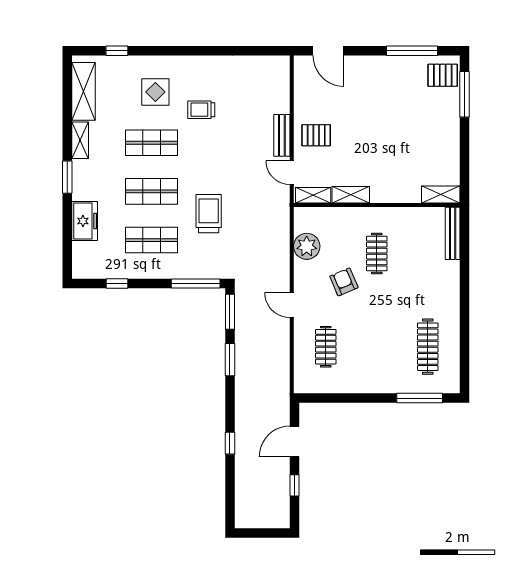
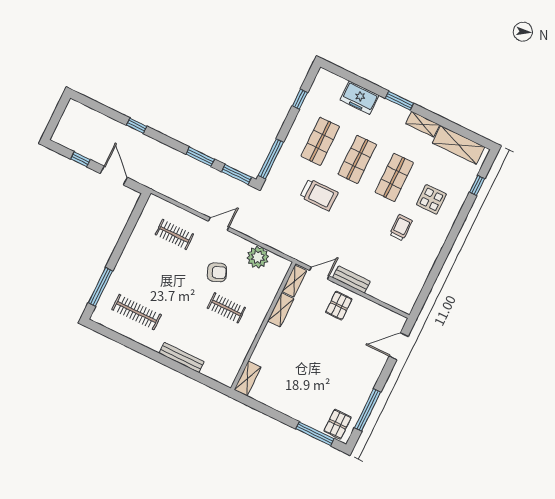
bench: (453, 233) -> (182, 357), moved

